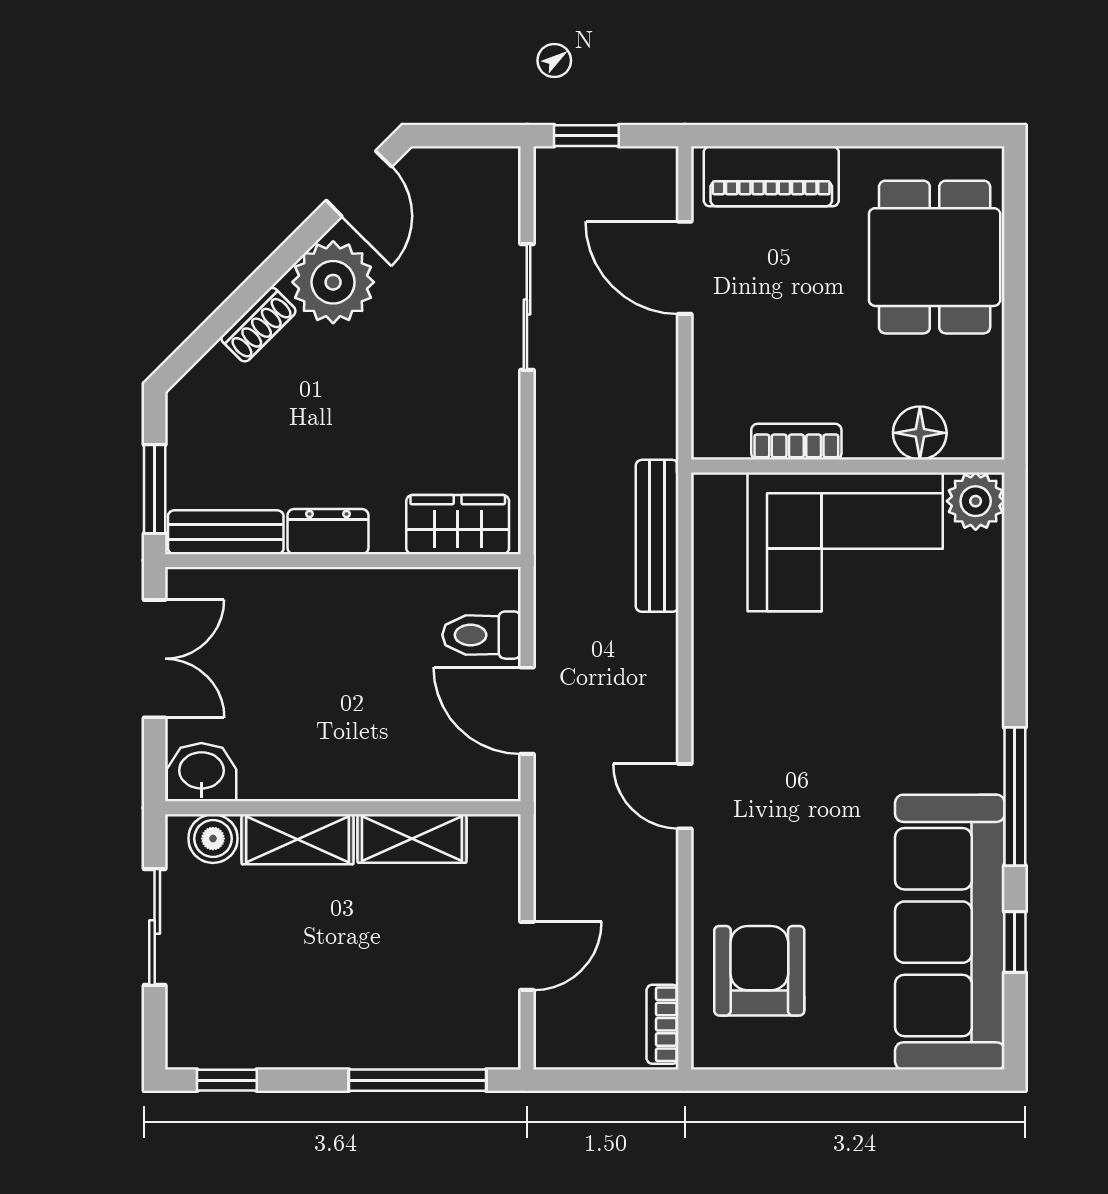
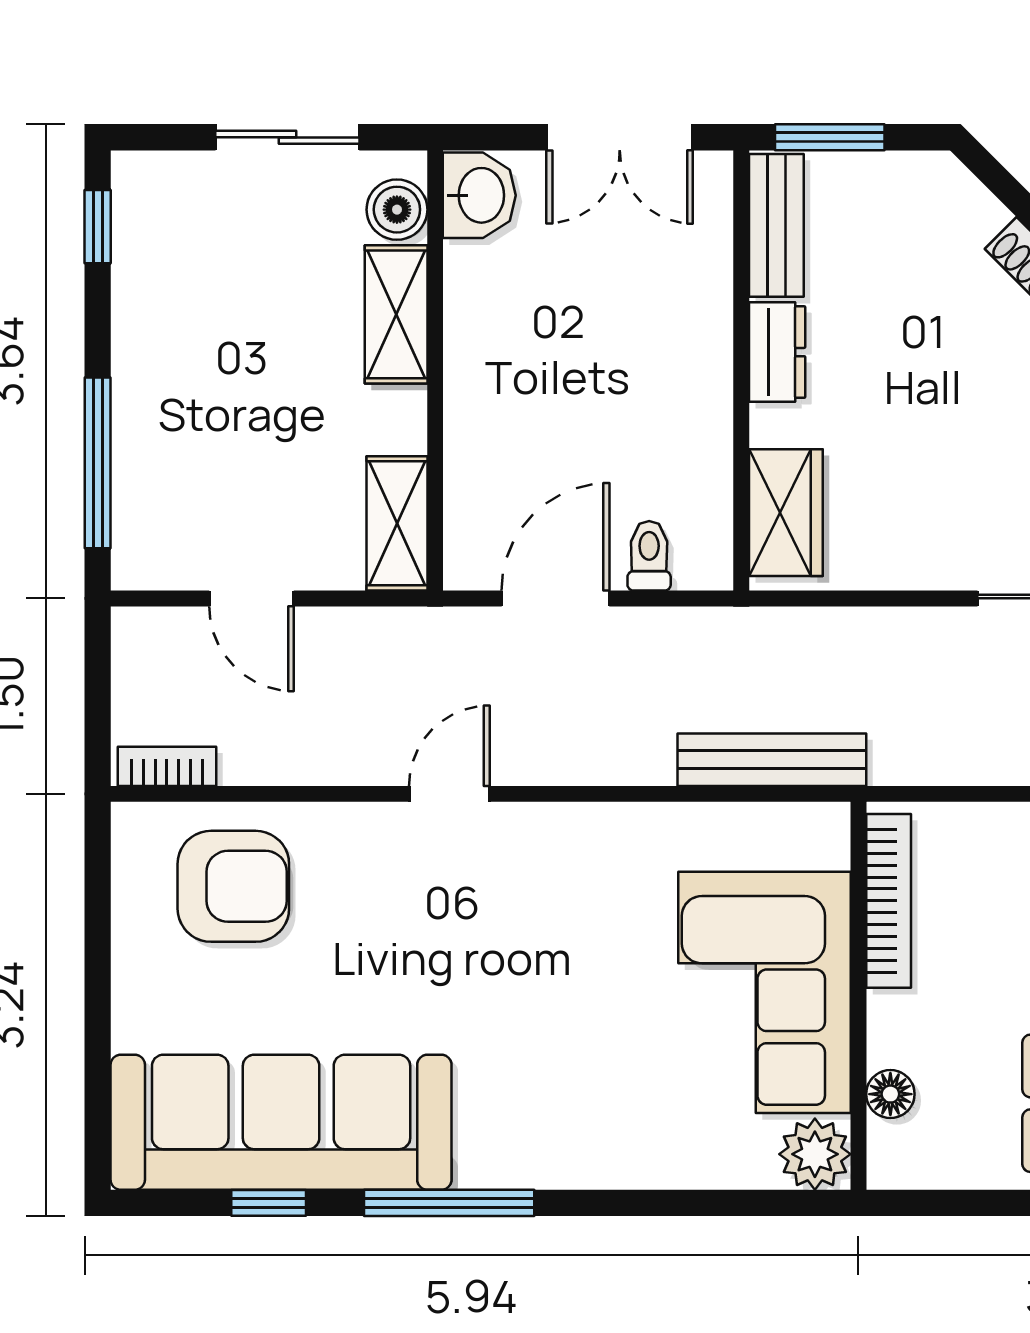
floor lamp: (920, 433) -> (890, 1094), width x0.73, depth x0.73
bookcase: (796, 442) -> (889, 901), width x1.56
toilet: (482, 635) -> (649, 556), width x0.73, depth x0.72
shelving: (412, 839) -> (397, 523), moved

